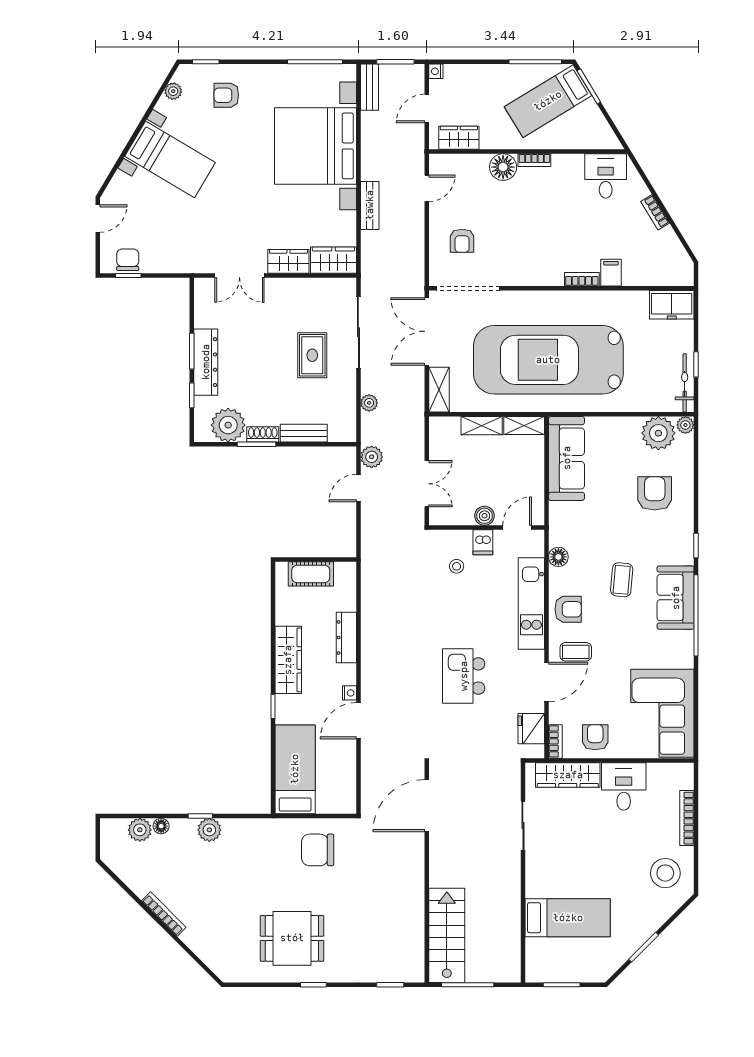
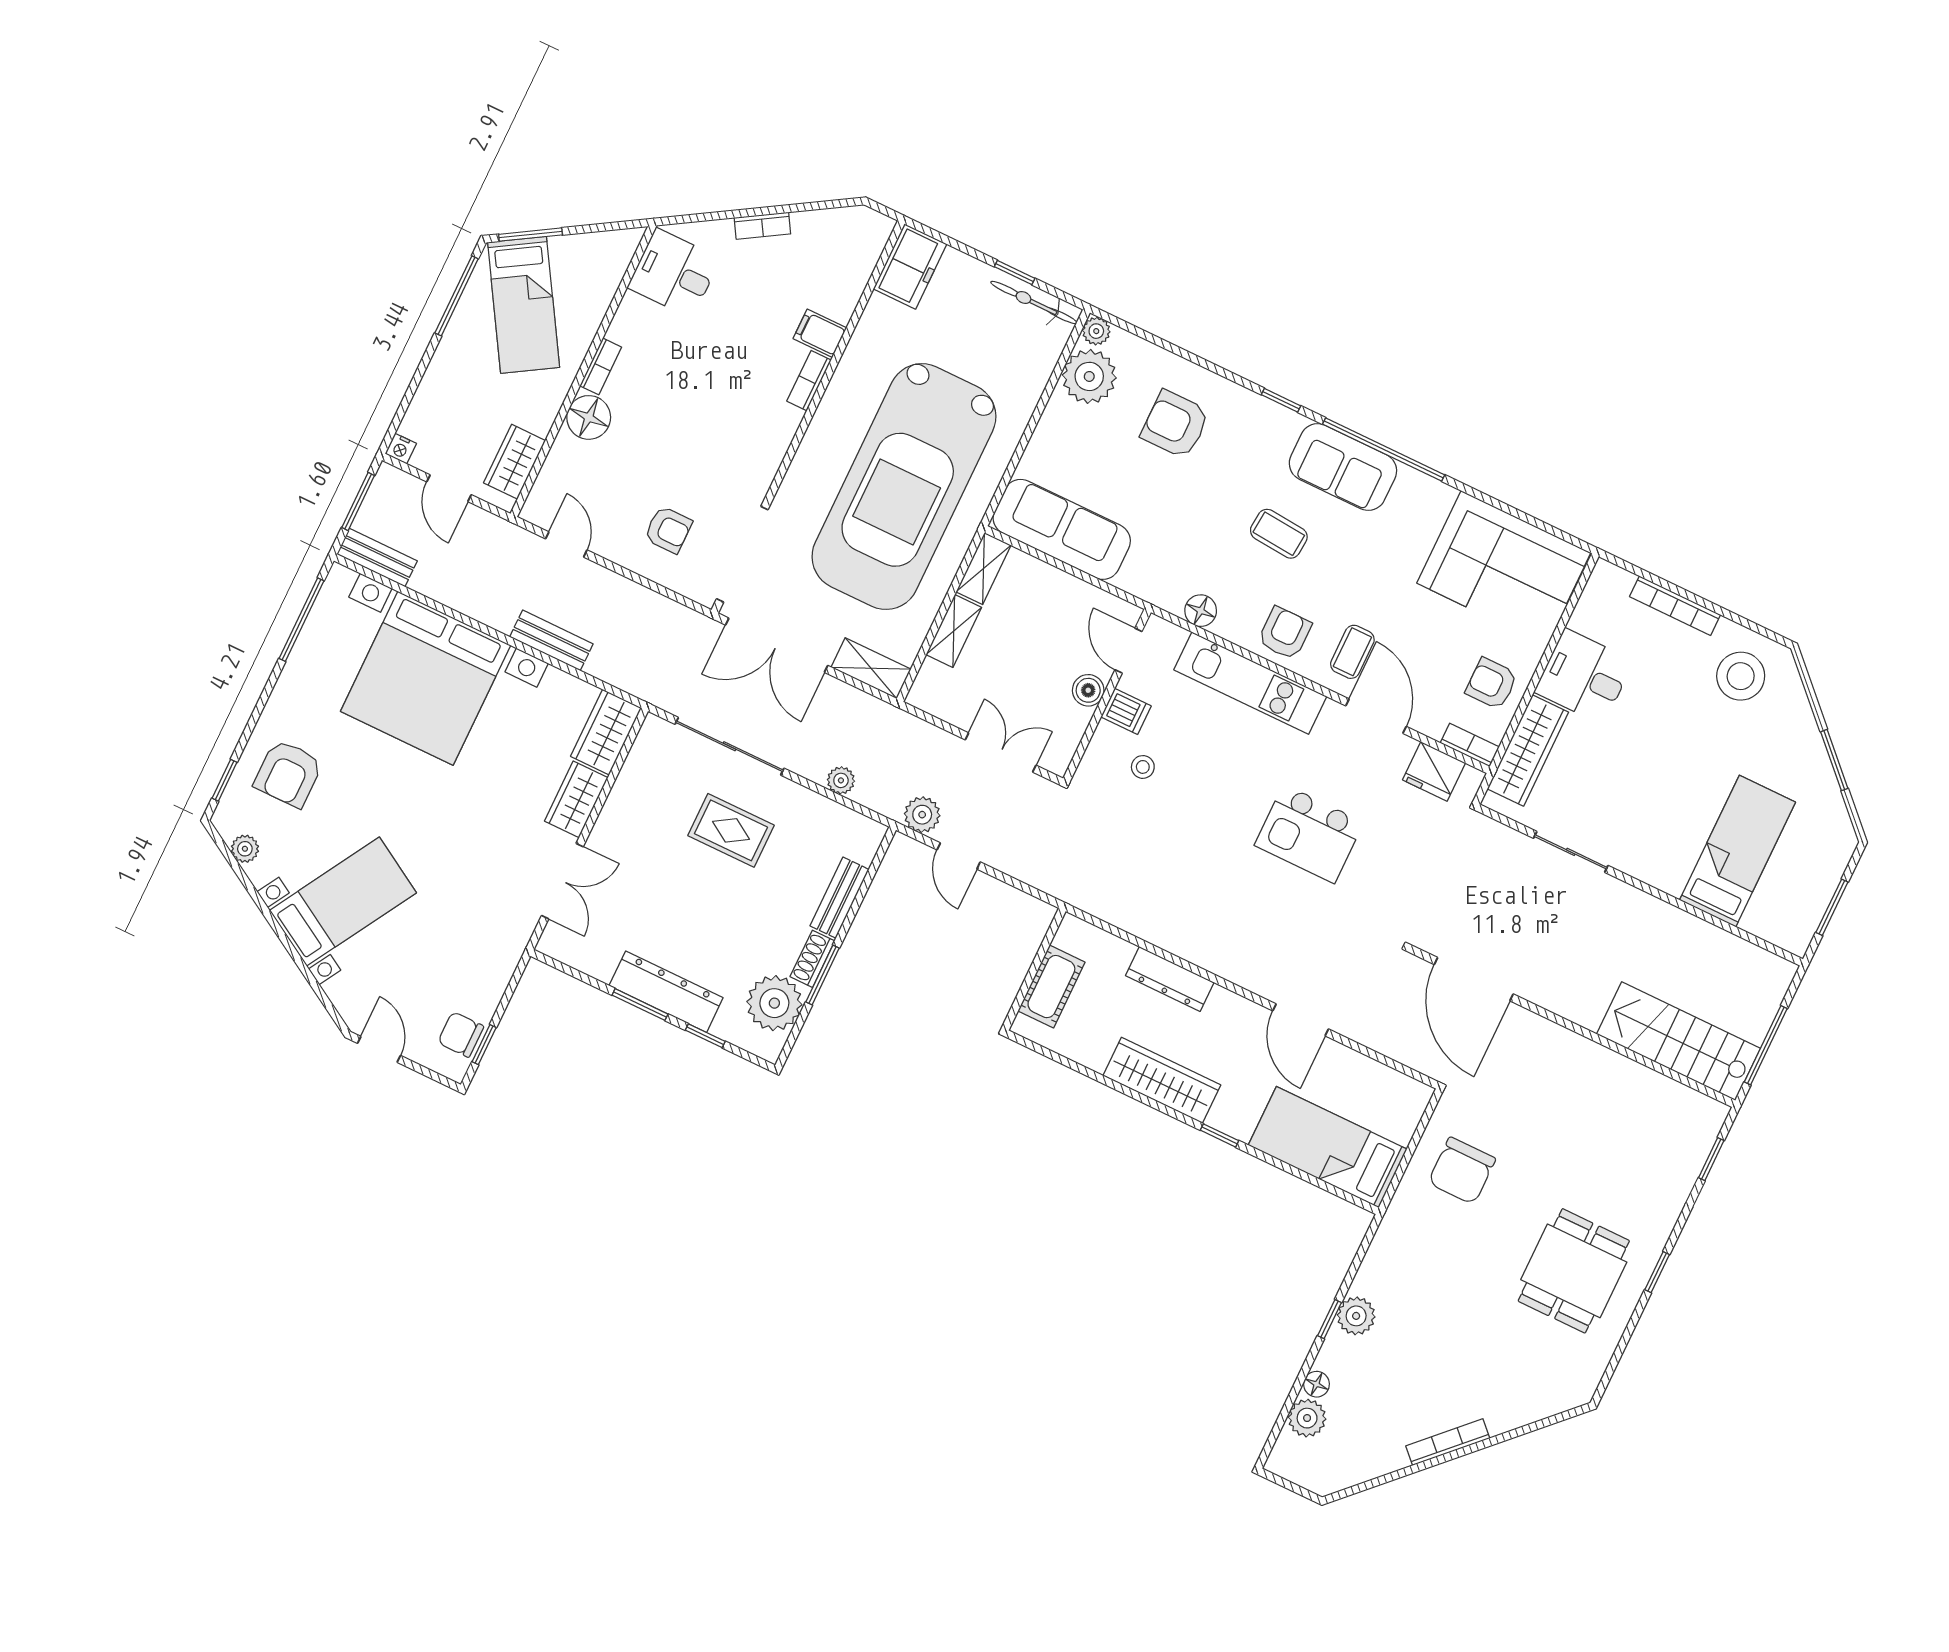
armchair: (226, 95) -> (288, 774), width x1.38, depth x1.38
nightstand: (349, 693) -> (1254, 1013), removed

